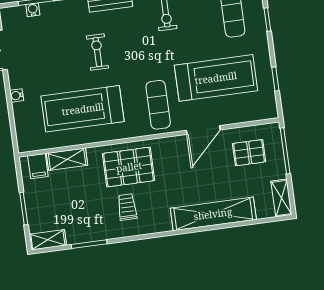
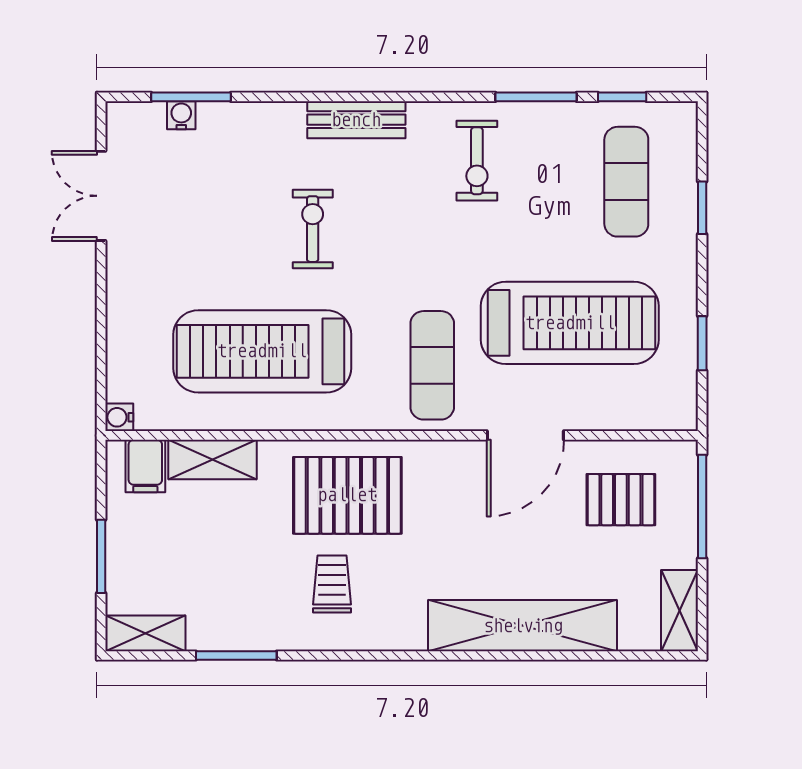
water cooler: (17, 95) -> (119, 417), moved

